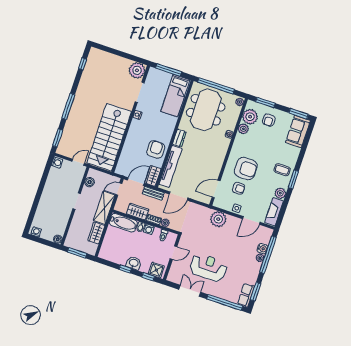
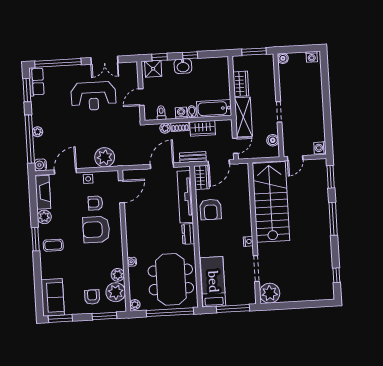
water cooler: (262, 249) -> (40, 165), moved

